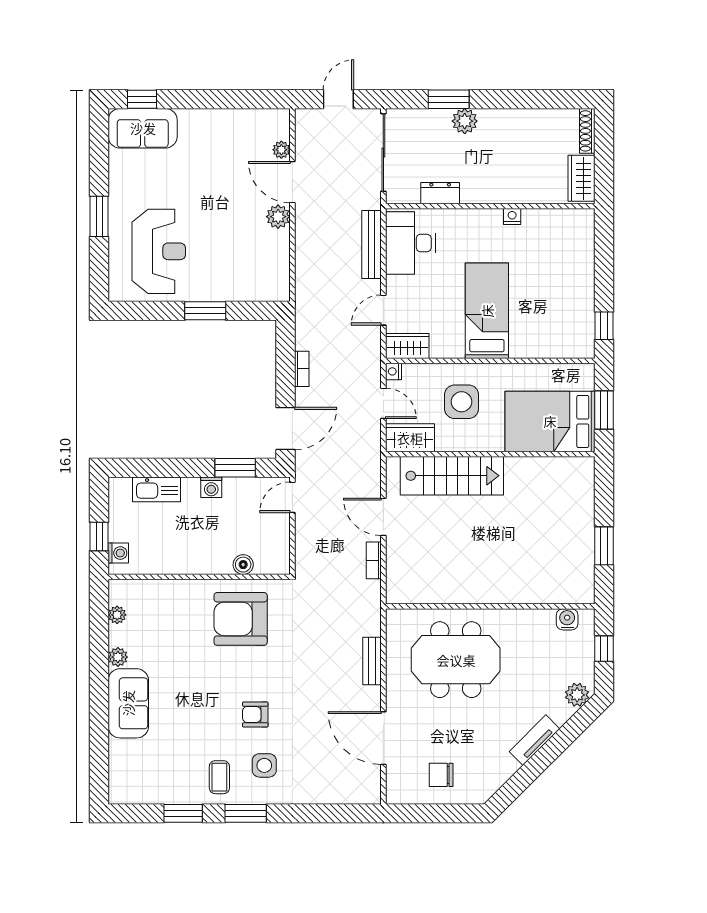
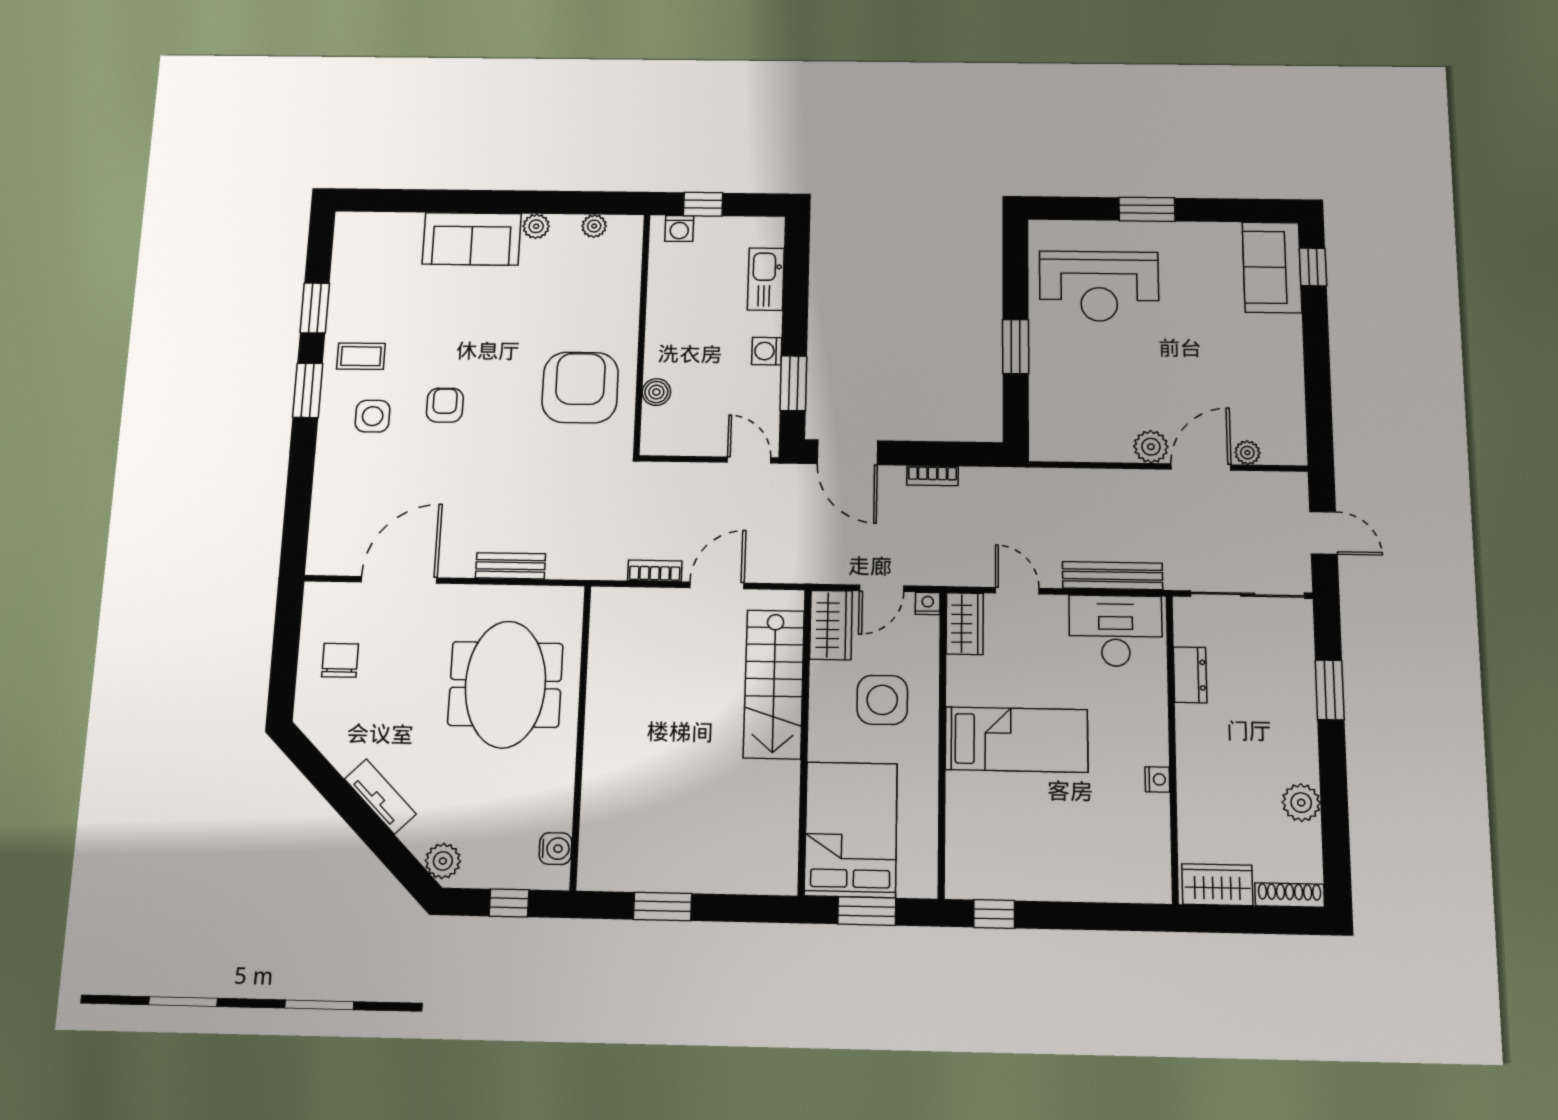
plant: (465, 121) -> (1301, 803), moved

